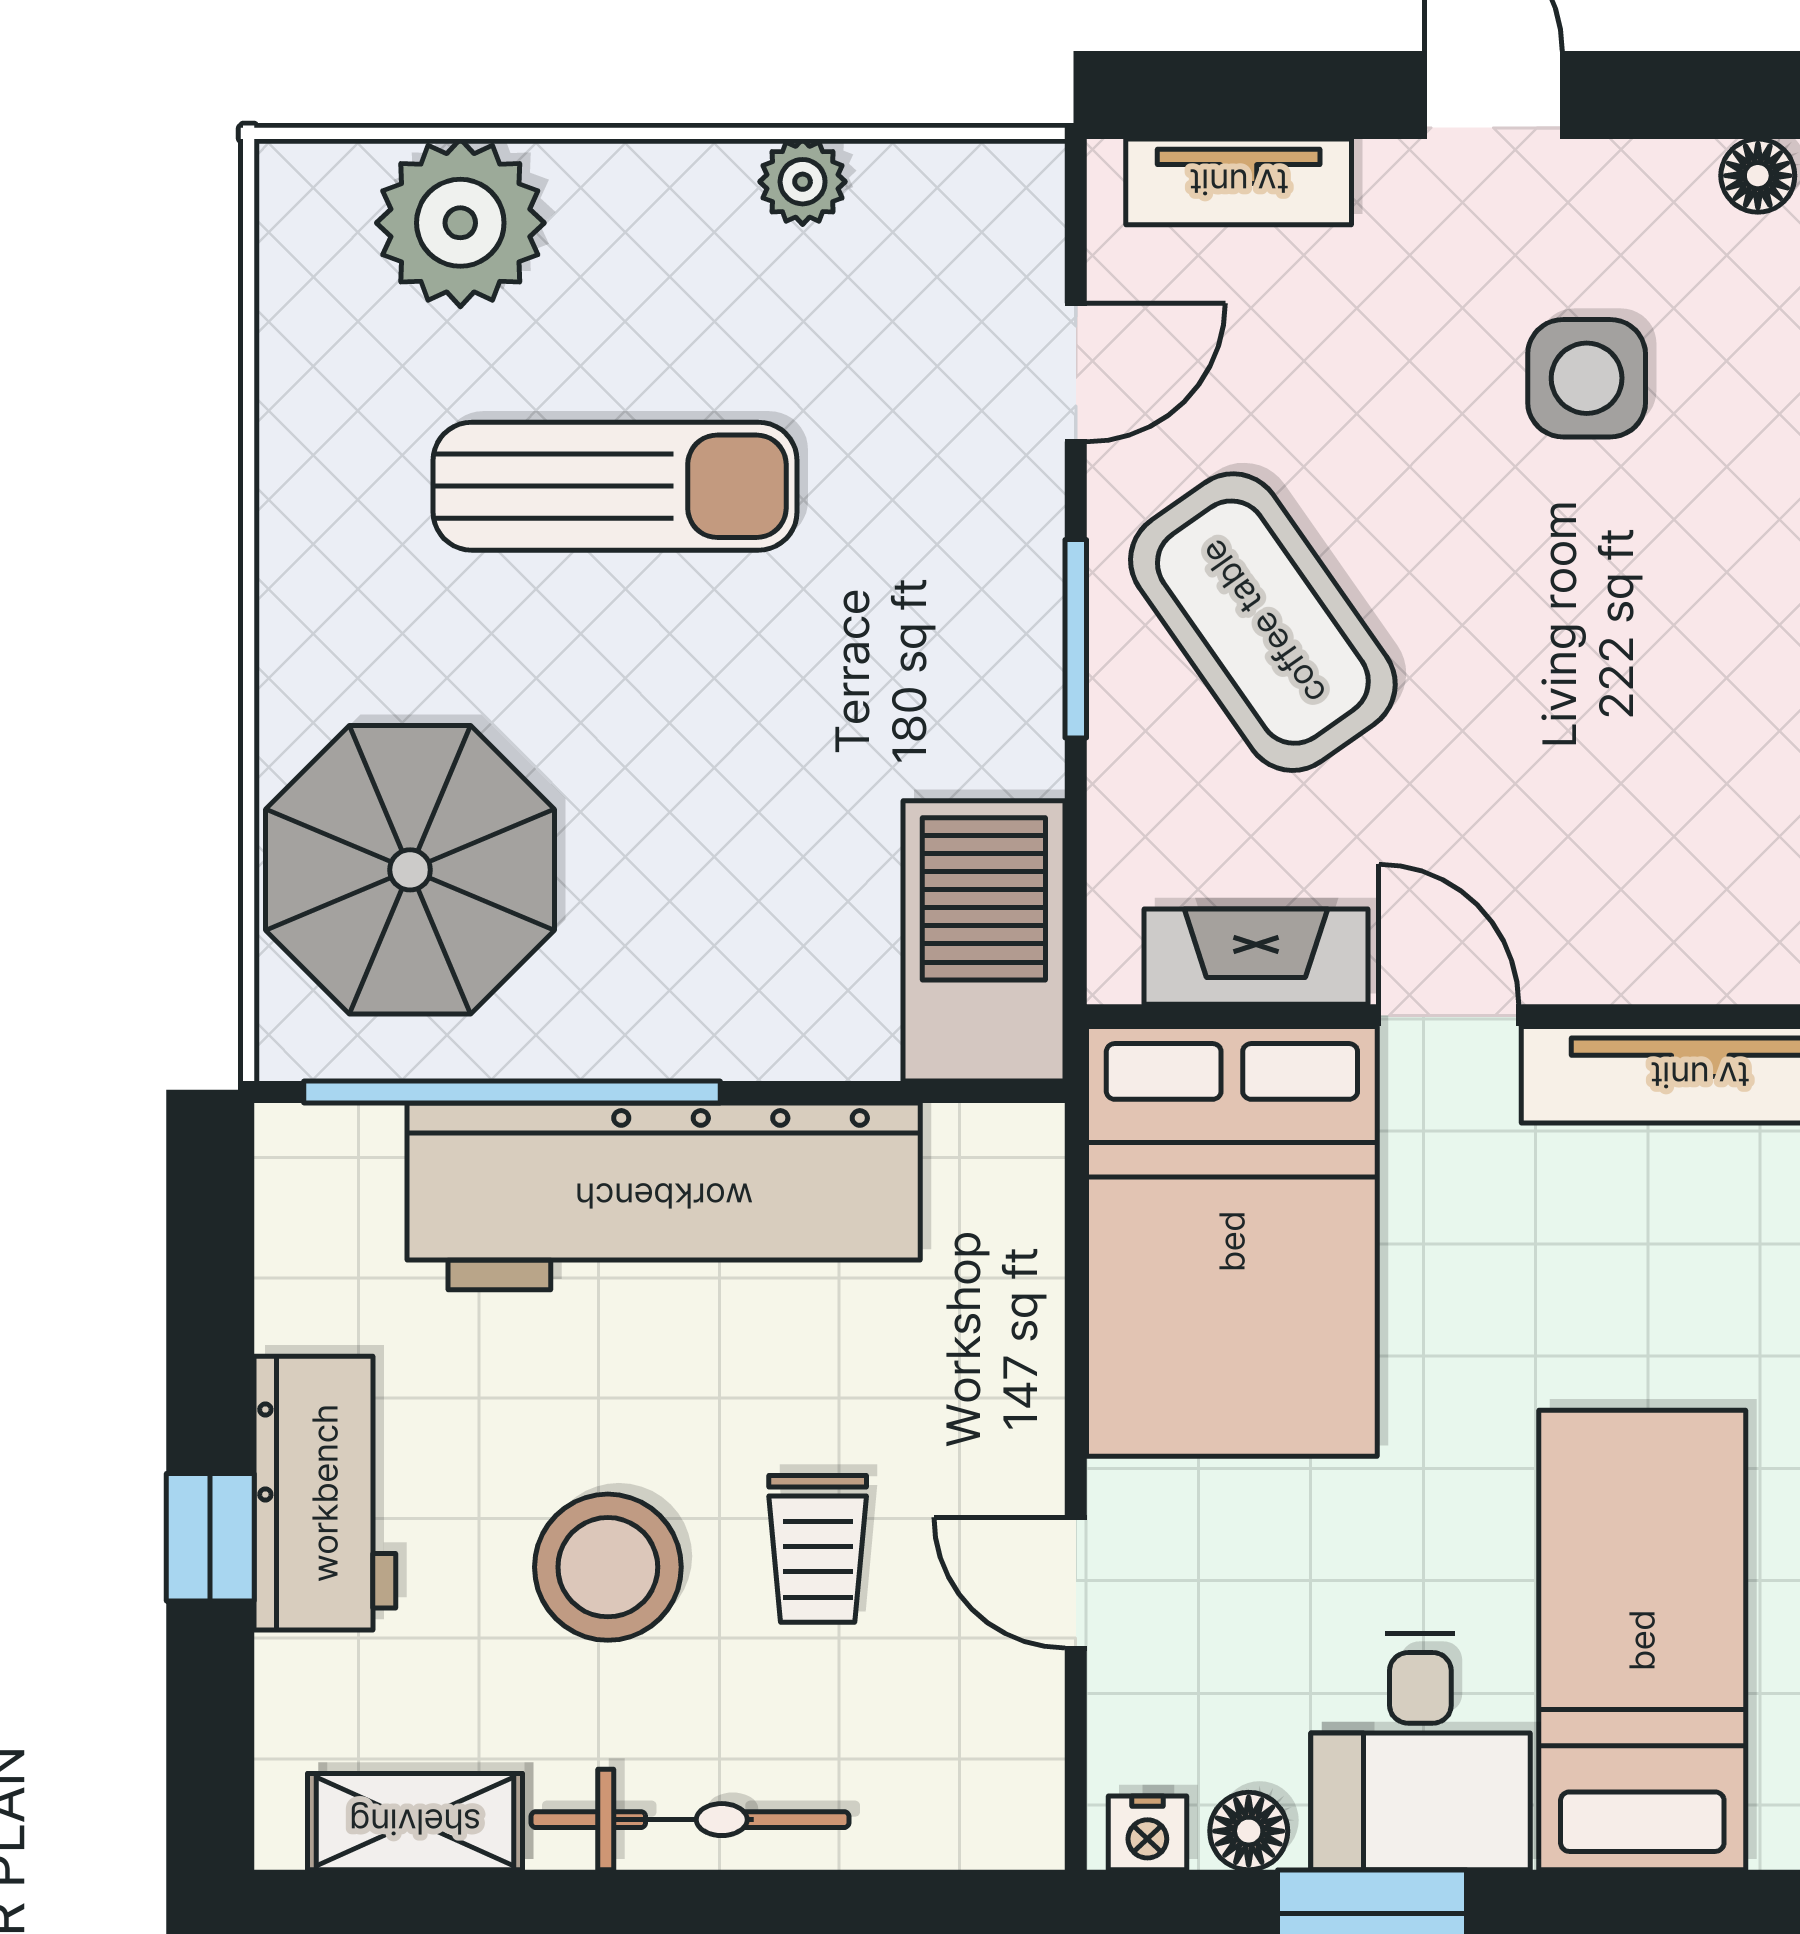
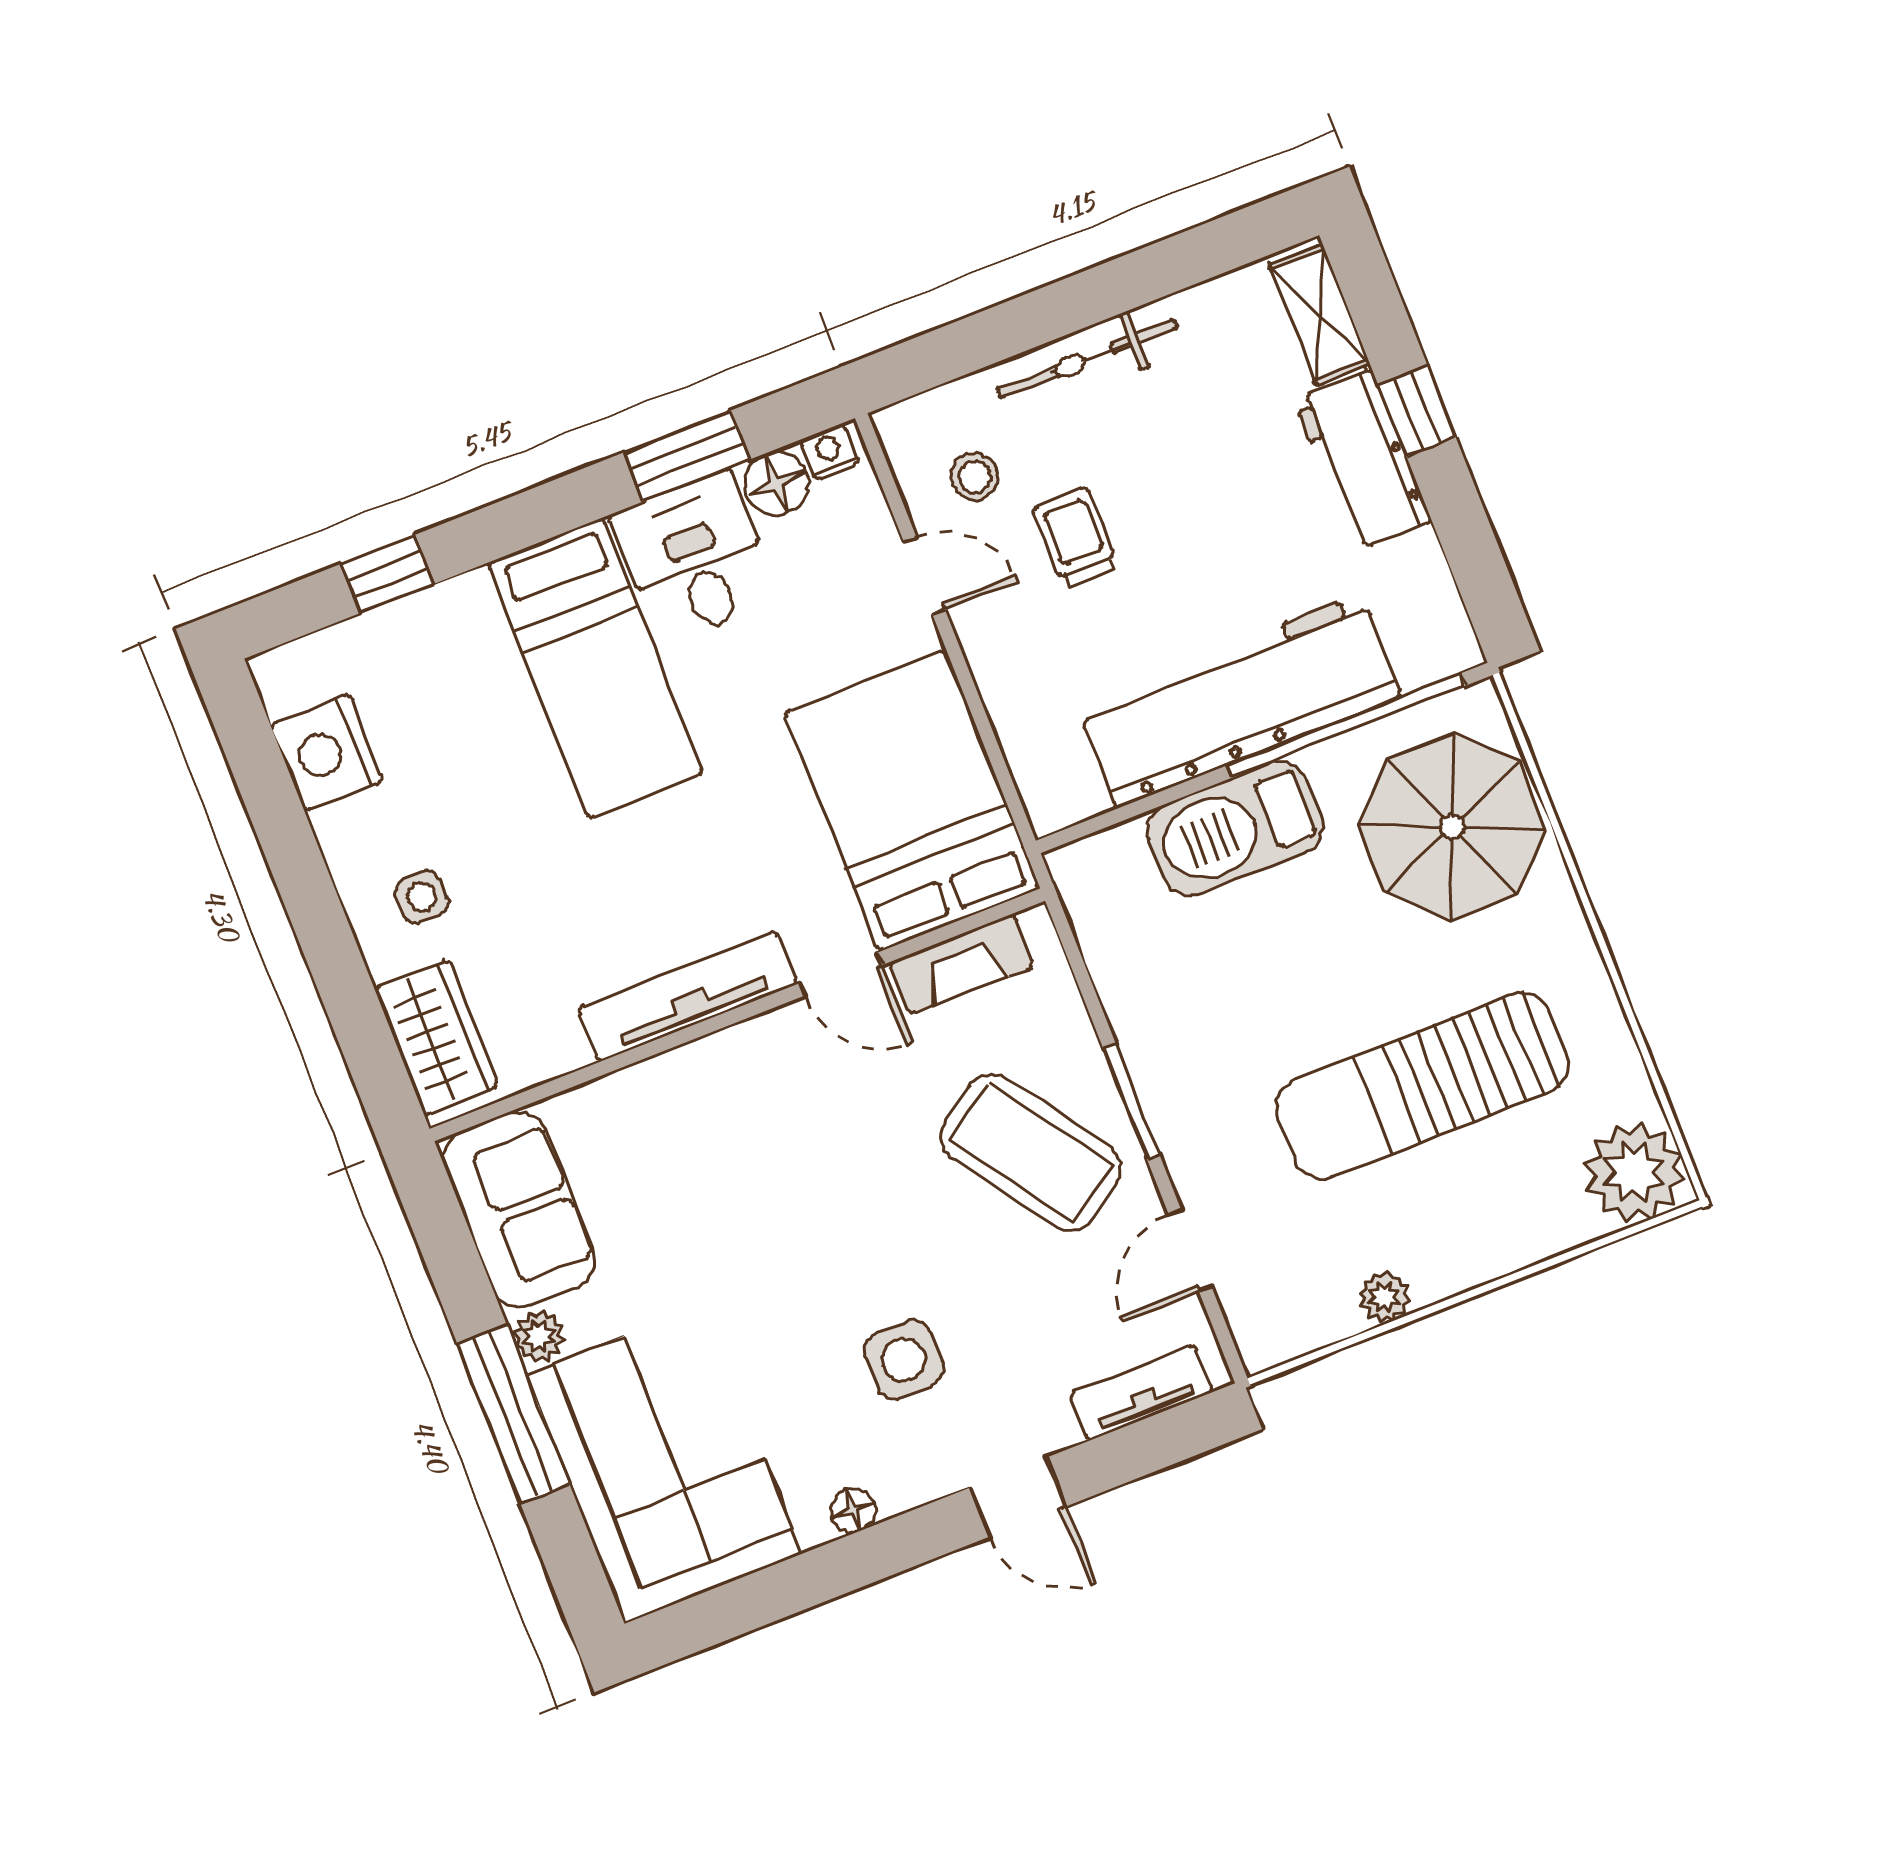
plant: (460, 223) -> (1634, 1172), moved
sun lounger: (615, 486) -> (1422, 1086), width x1.36, depth x1.34
barbecue: (984, 941) -> (1235, 829), moved, turned 90
stool: (608, 1567) -> (975, 477), moved, width x0.53, depth x0.53
shelving: (415, 1822) -> (1320, 315), moved, turned 90
floor lamp: (1249, 1831) -> (776, 483), width x1.37, depth x1.37

